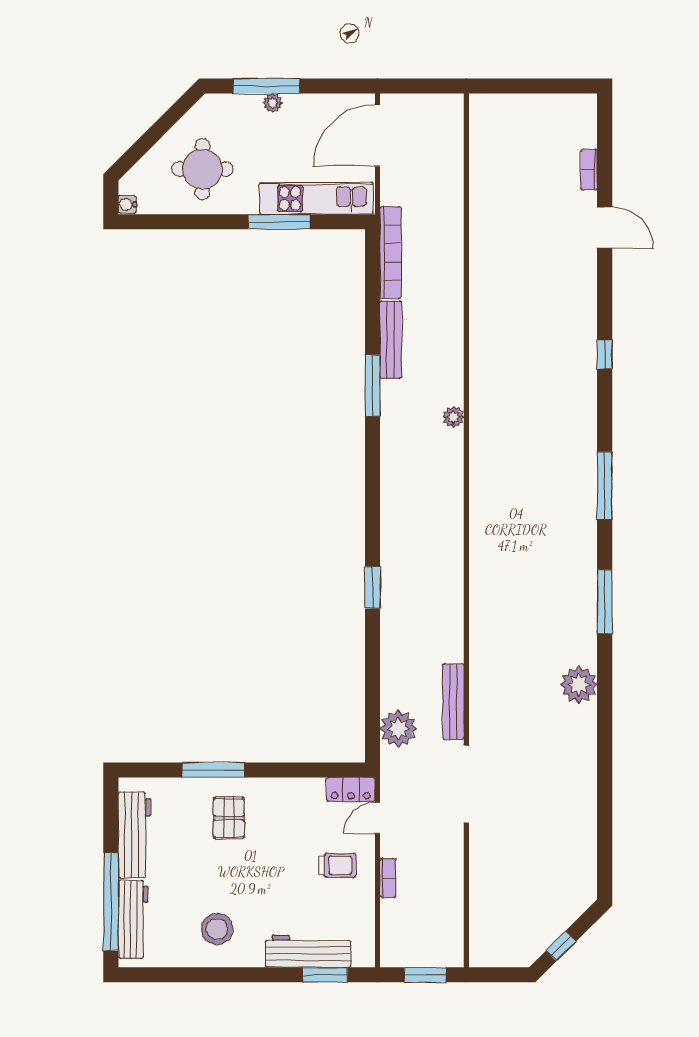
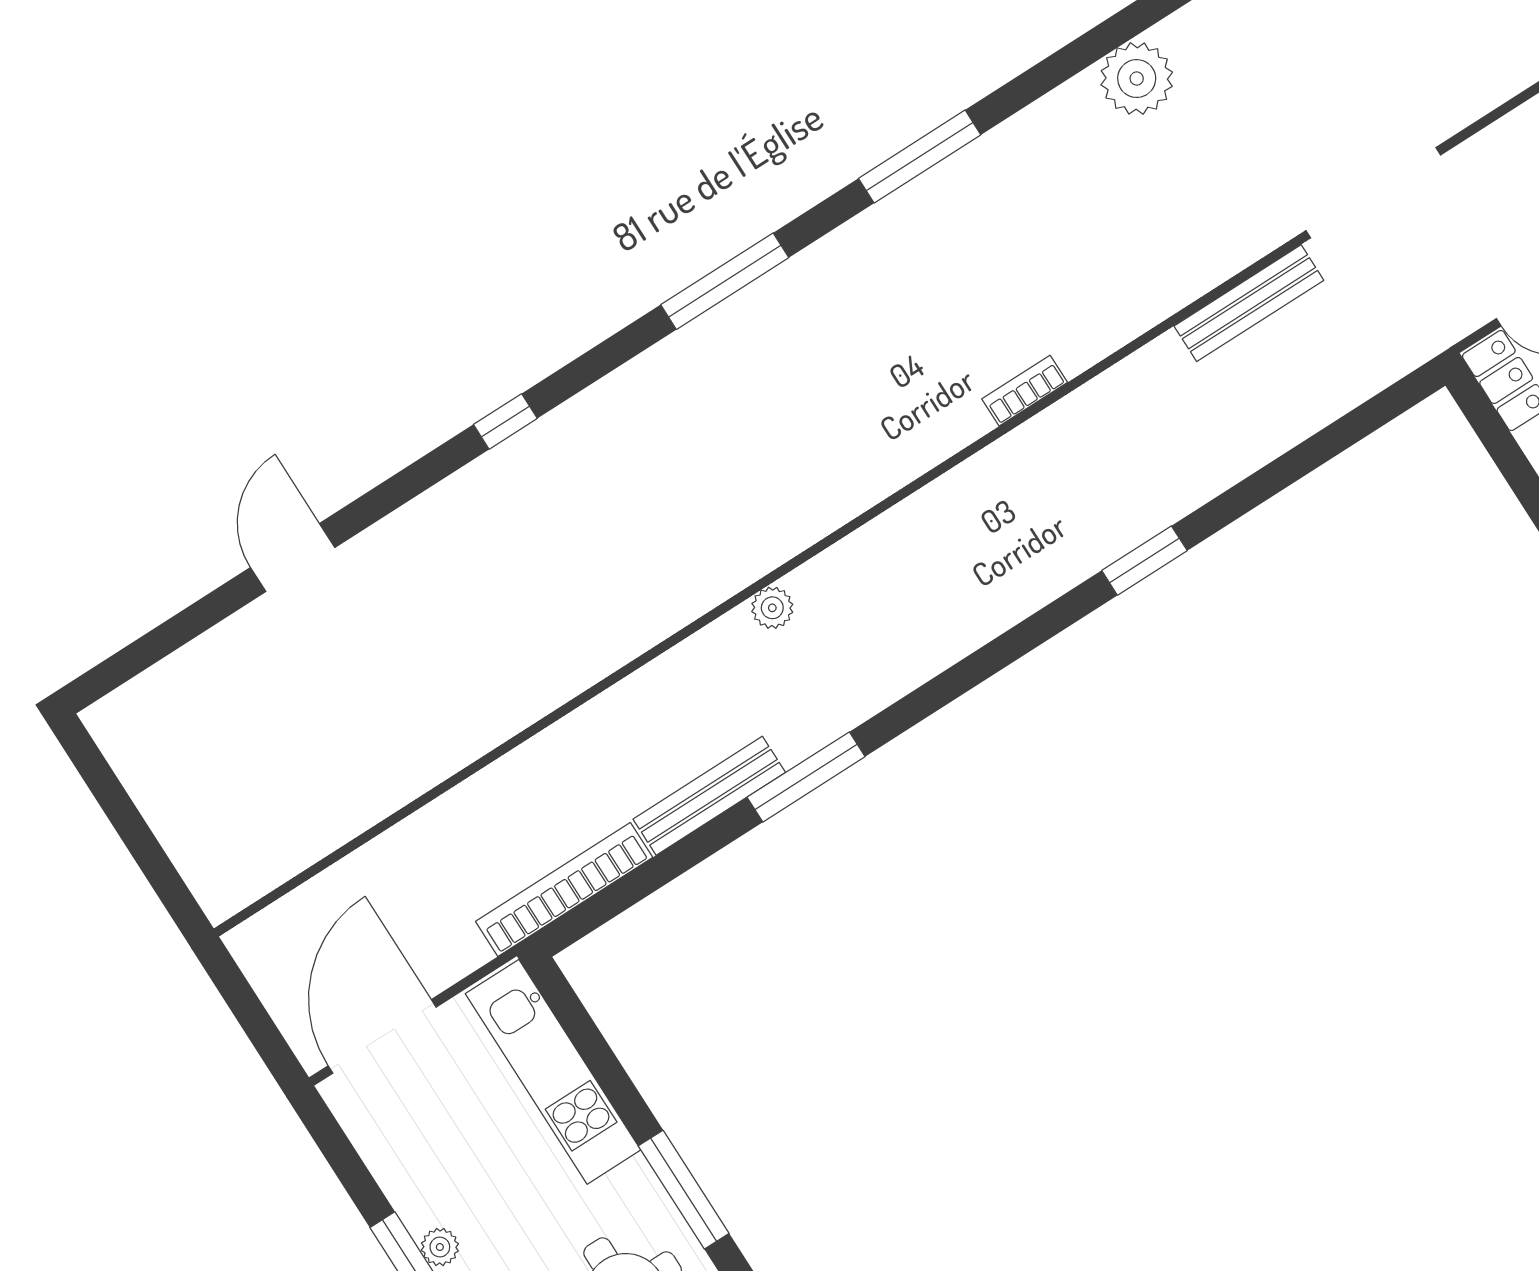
door: (377, 136) -> (382, 1036), swing flipped
bookcase: (589, 170) -> (1025, 391), moved, turned 180
window: (279, 222) -> (684, 1190), moved
plant: (579, 685) -> (1137, 79), moved
plant: (398, 729) -> (1353, 366), removed

